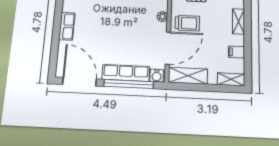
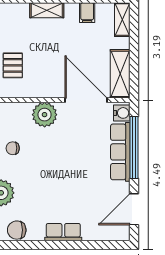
plant: (162, 17) -> (45, 115), width x1.88, depth x1.88
trolley: (187, 23) -> (52, 76), removed
door: (80, 82) -> (134, 209), width x0.73

